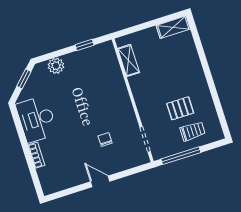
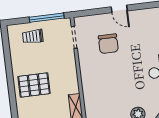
pallet: (180, 108) -> (34, 85), moved, width x1.50, depth x1.42
chair: (105, 139) -> (108, 44), width x1.87, depth x1.87

